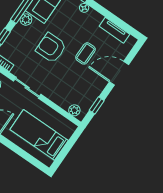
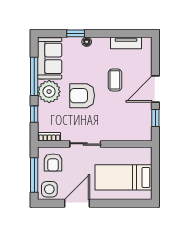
plant: (26, 20) -> (49, 92), width x1.87, depth x1.87
door: (119, 73) -> (155, 89), moved
plant: (74, 110) -> (139, 135), removed

